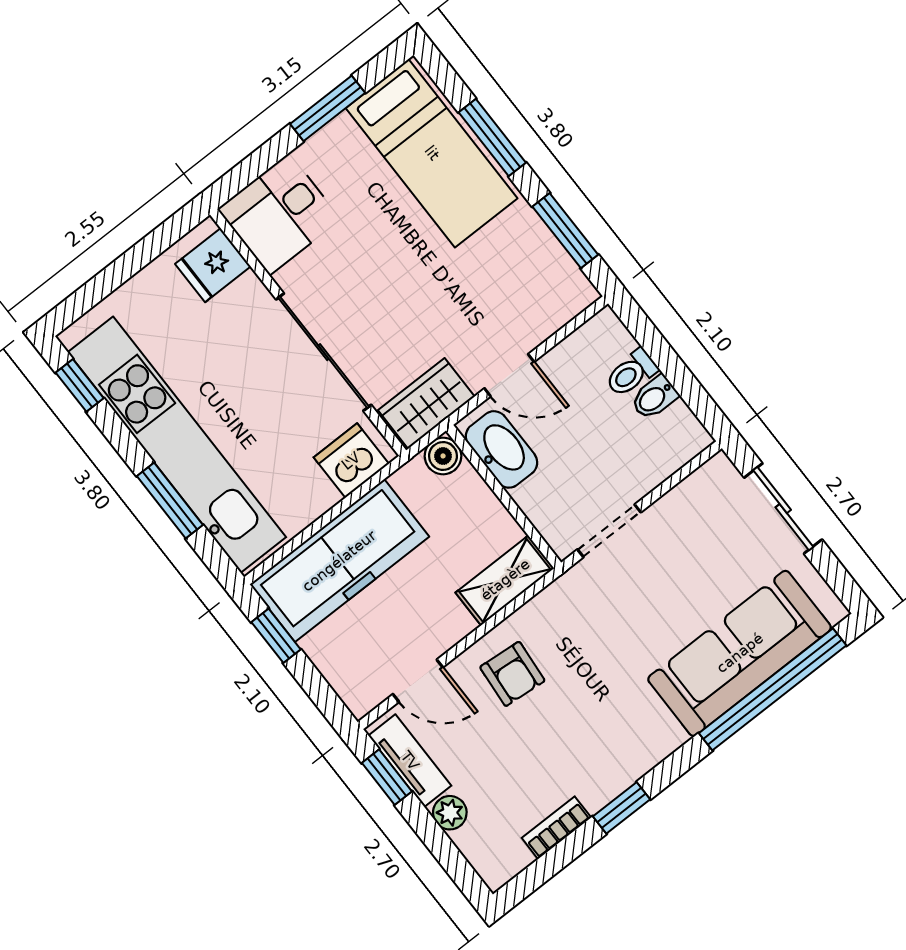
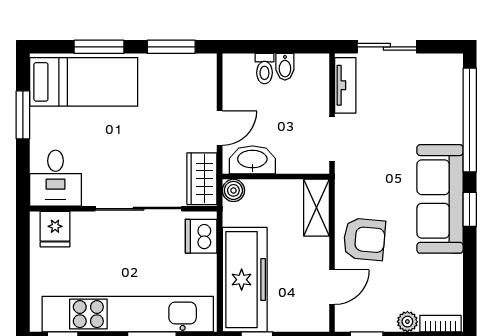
sofa: (740, 653) -> (440, 199), moved
armchair: (512, 674) -> (364, 239), width x1.38, depth x1.38
tv unit: (410, 761) -> (345, 85), moved, turned 90
window: (621, 808) -> (470, 209), moved
bookcase: (556, 828) -> (440, 324), moved, turned 90

